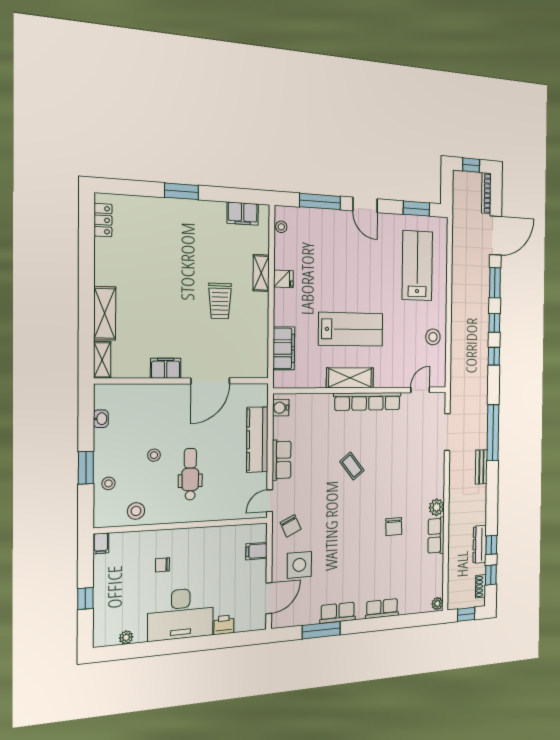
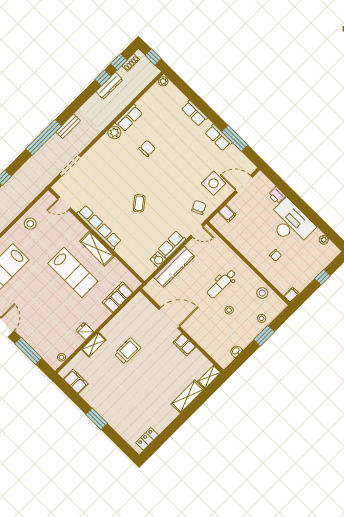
lab bench: (351, 329) -> (73, 272), turned 180
water cooler: (281, 408) -> (158, 259), moved

